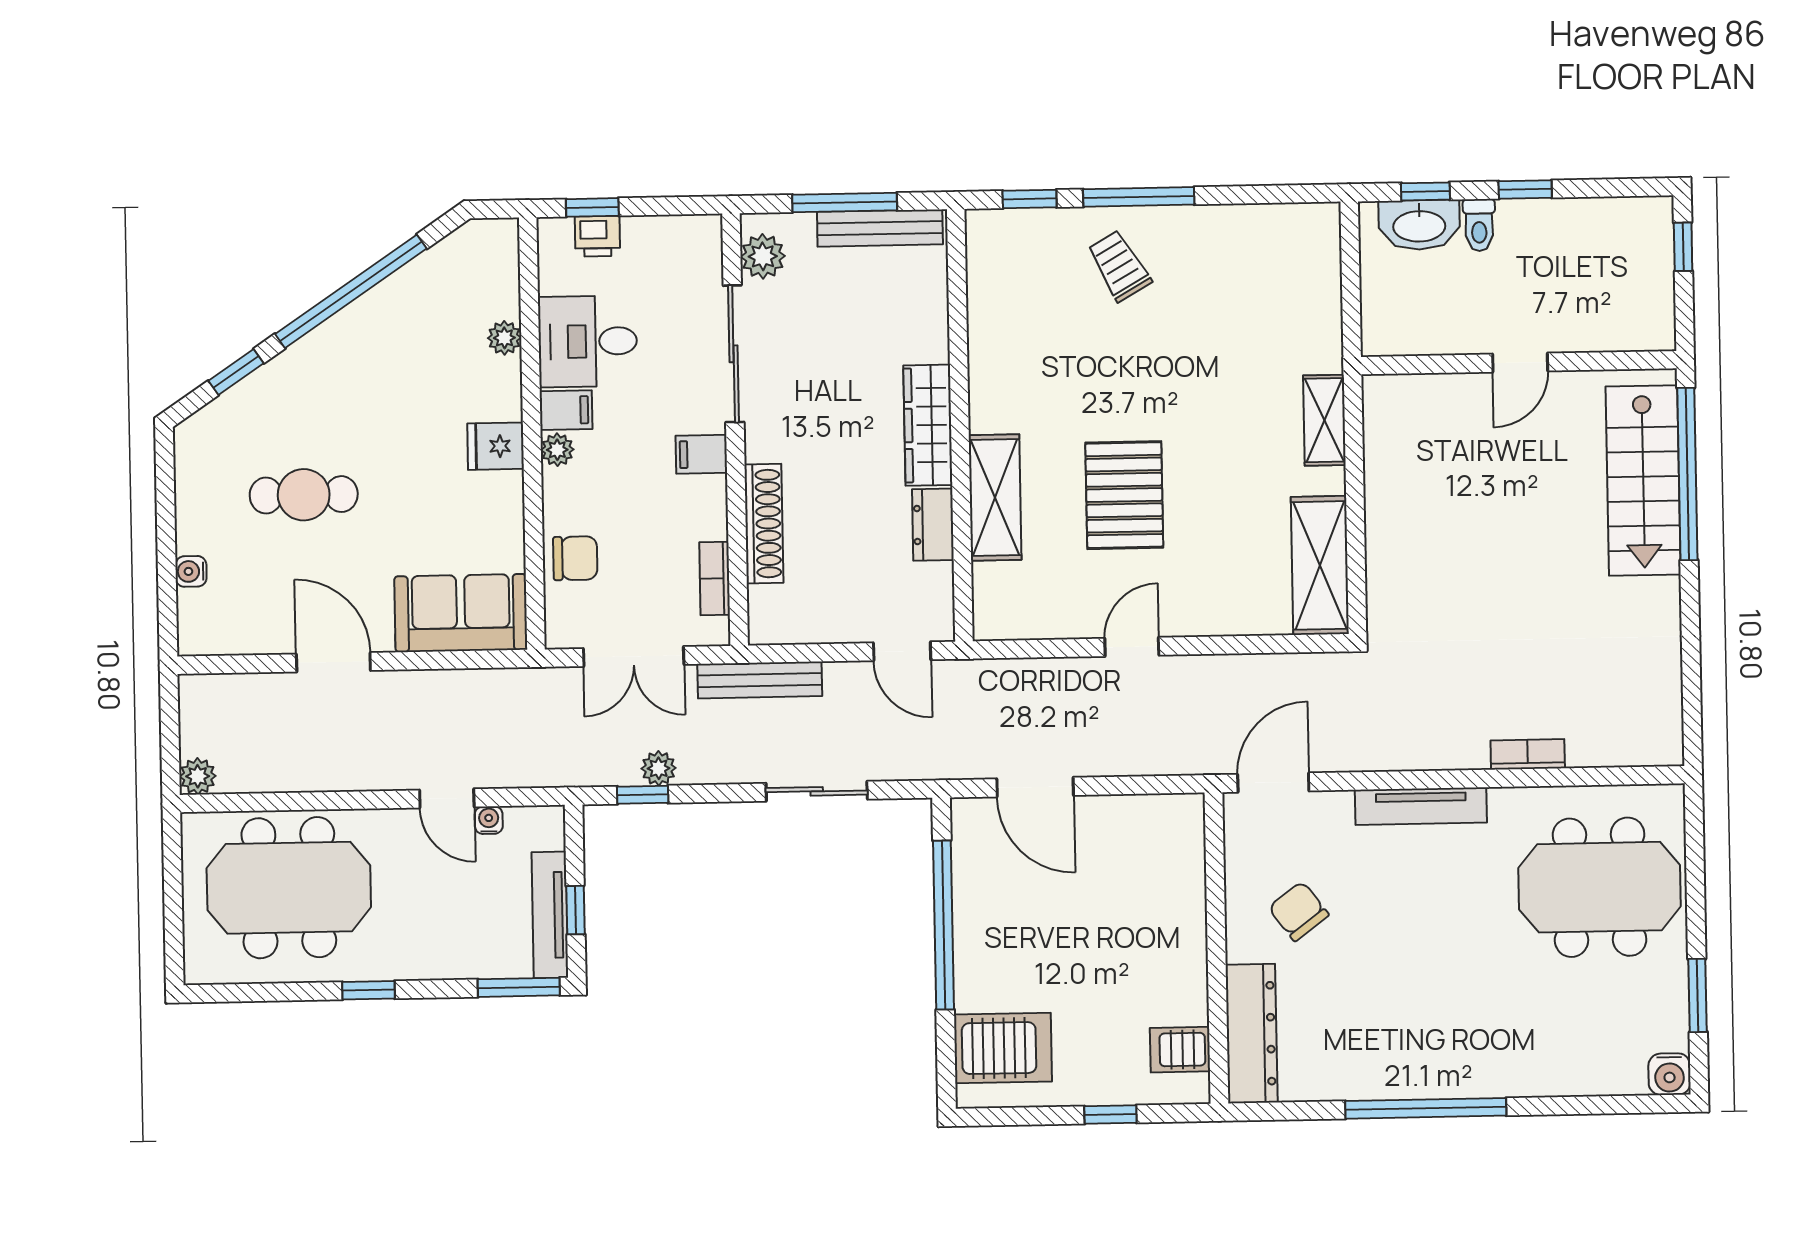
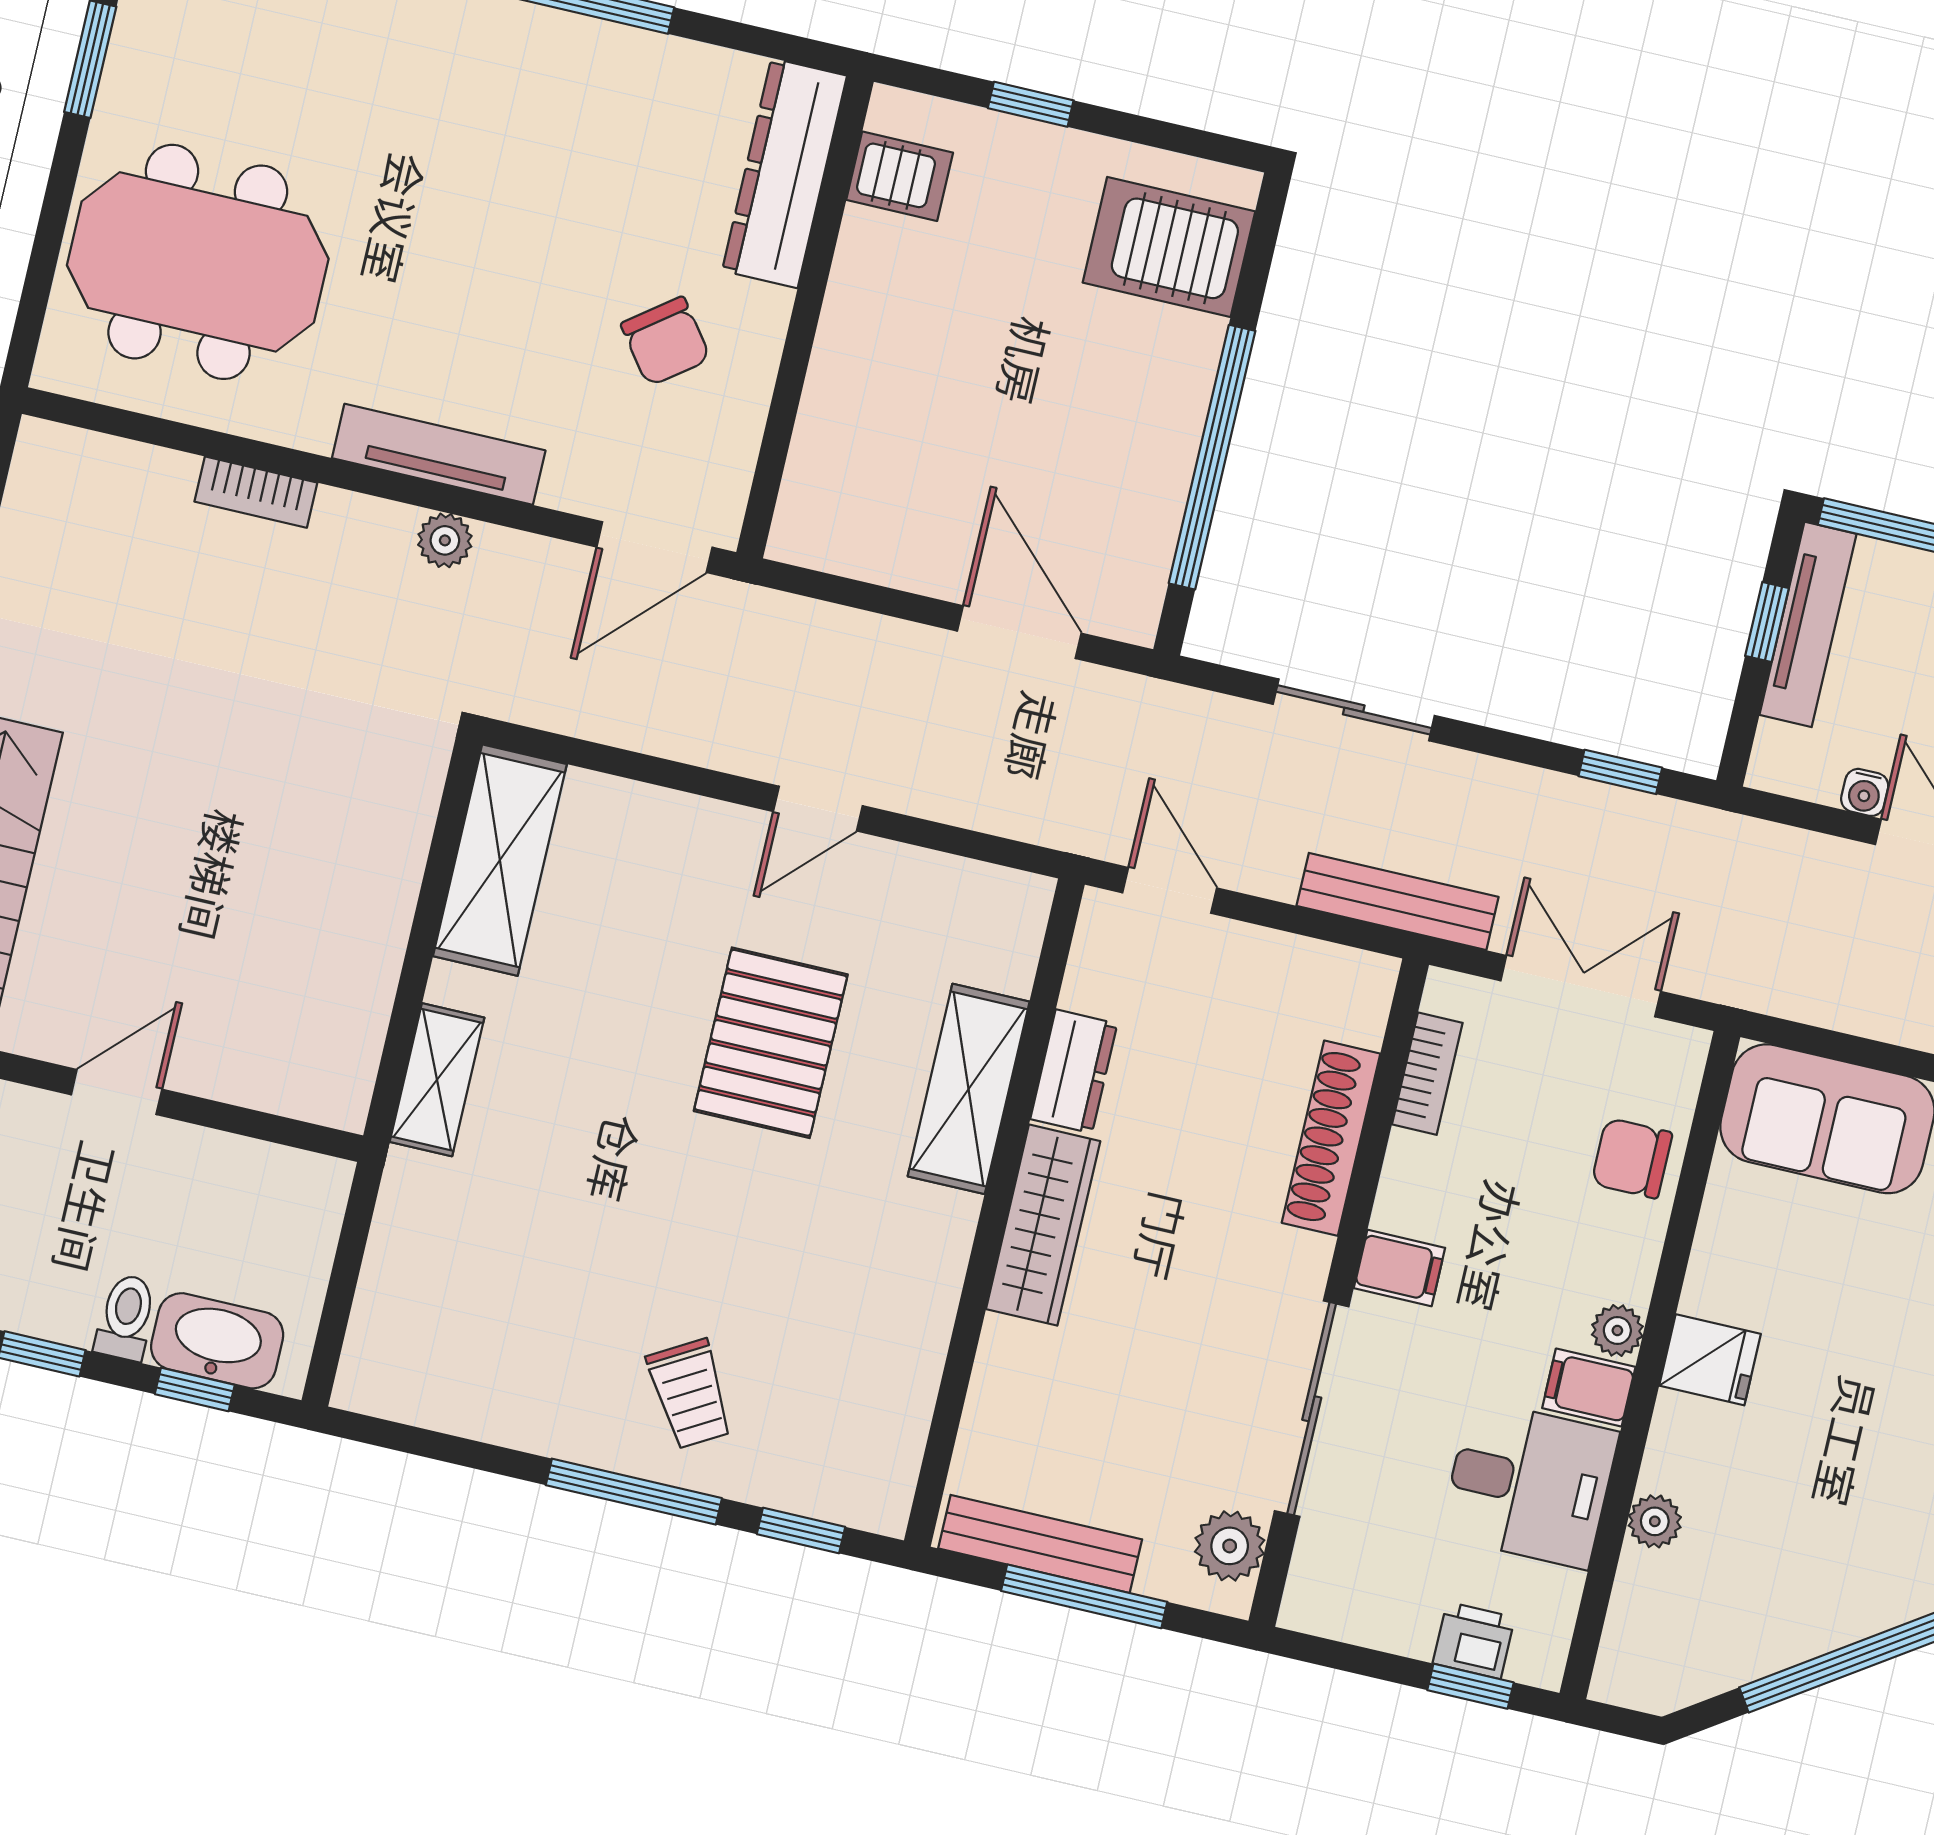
plant: (659, 768) -> (445, 540), moved

